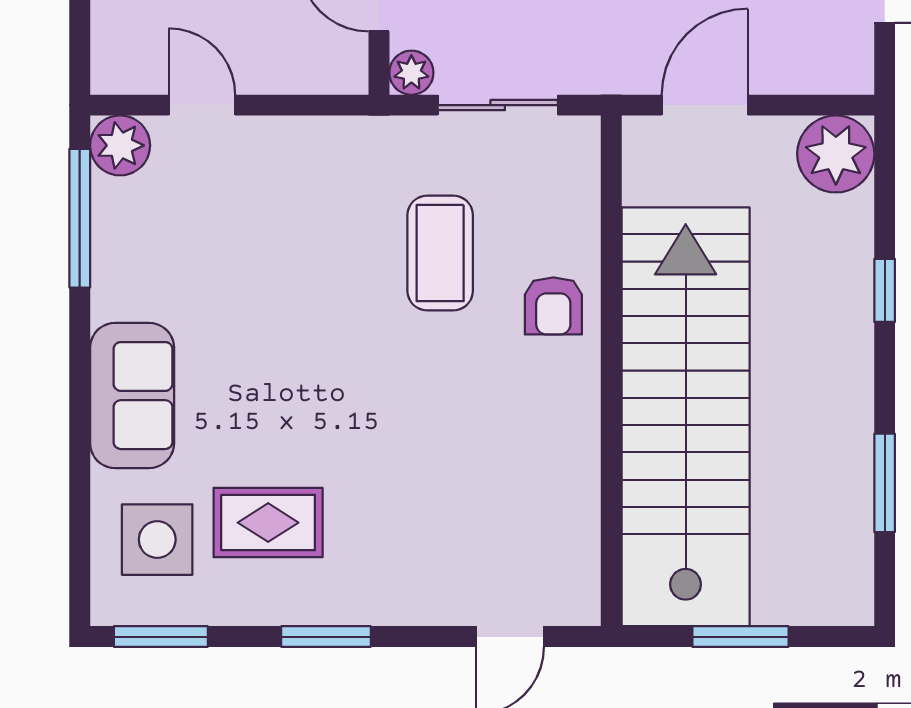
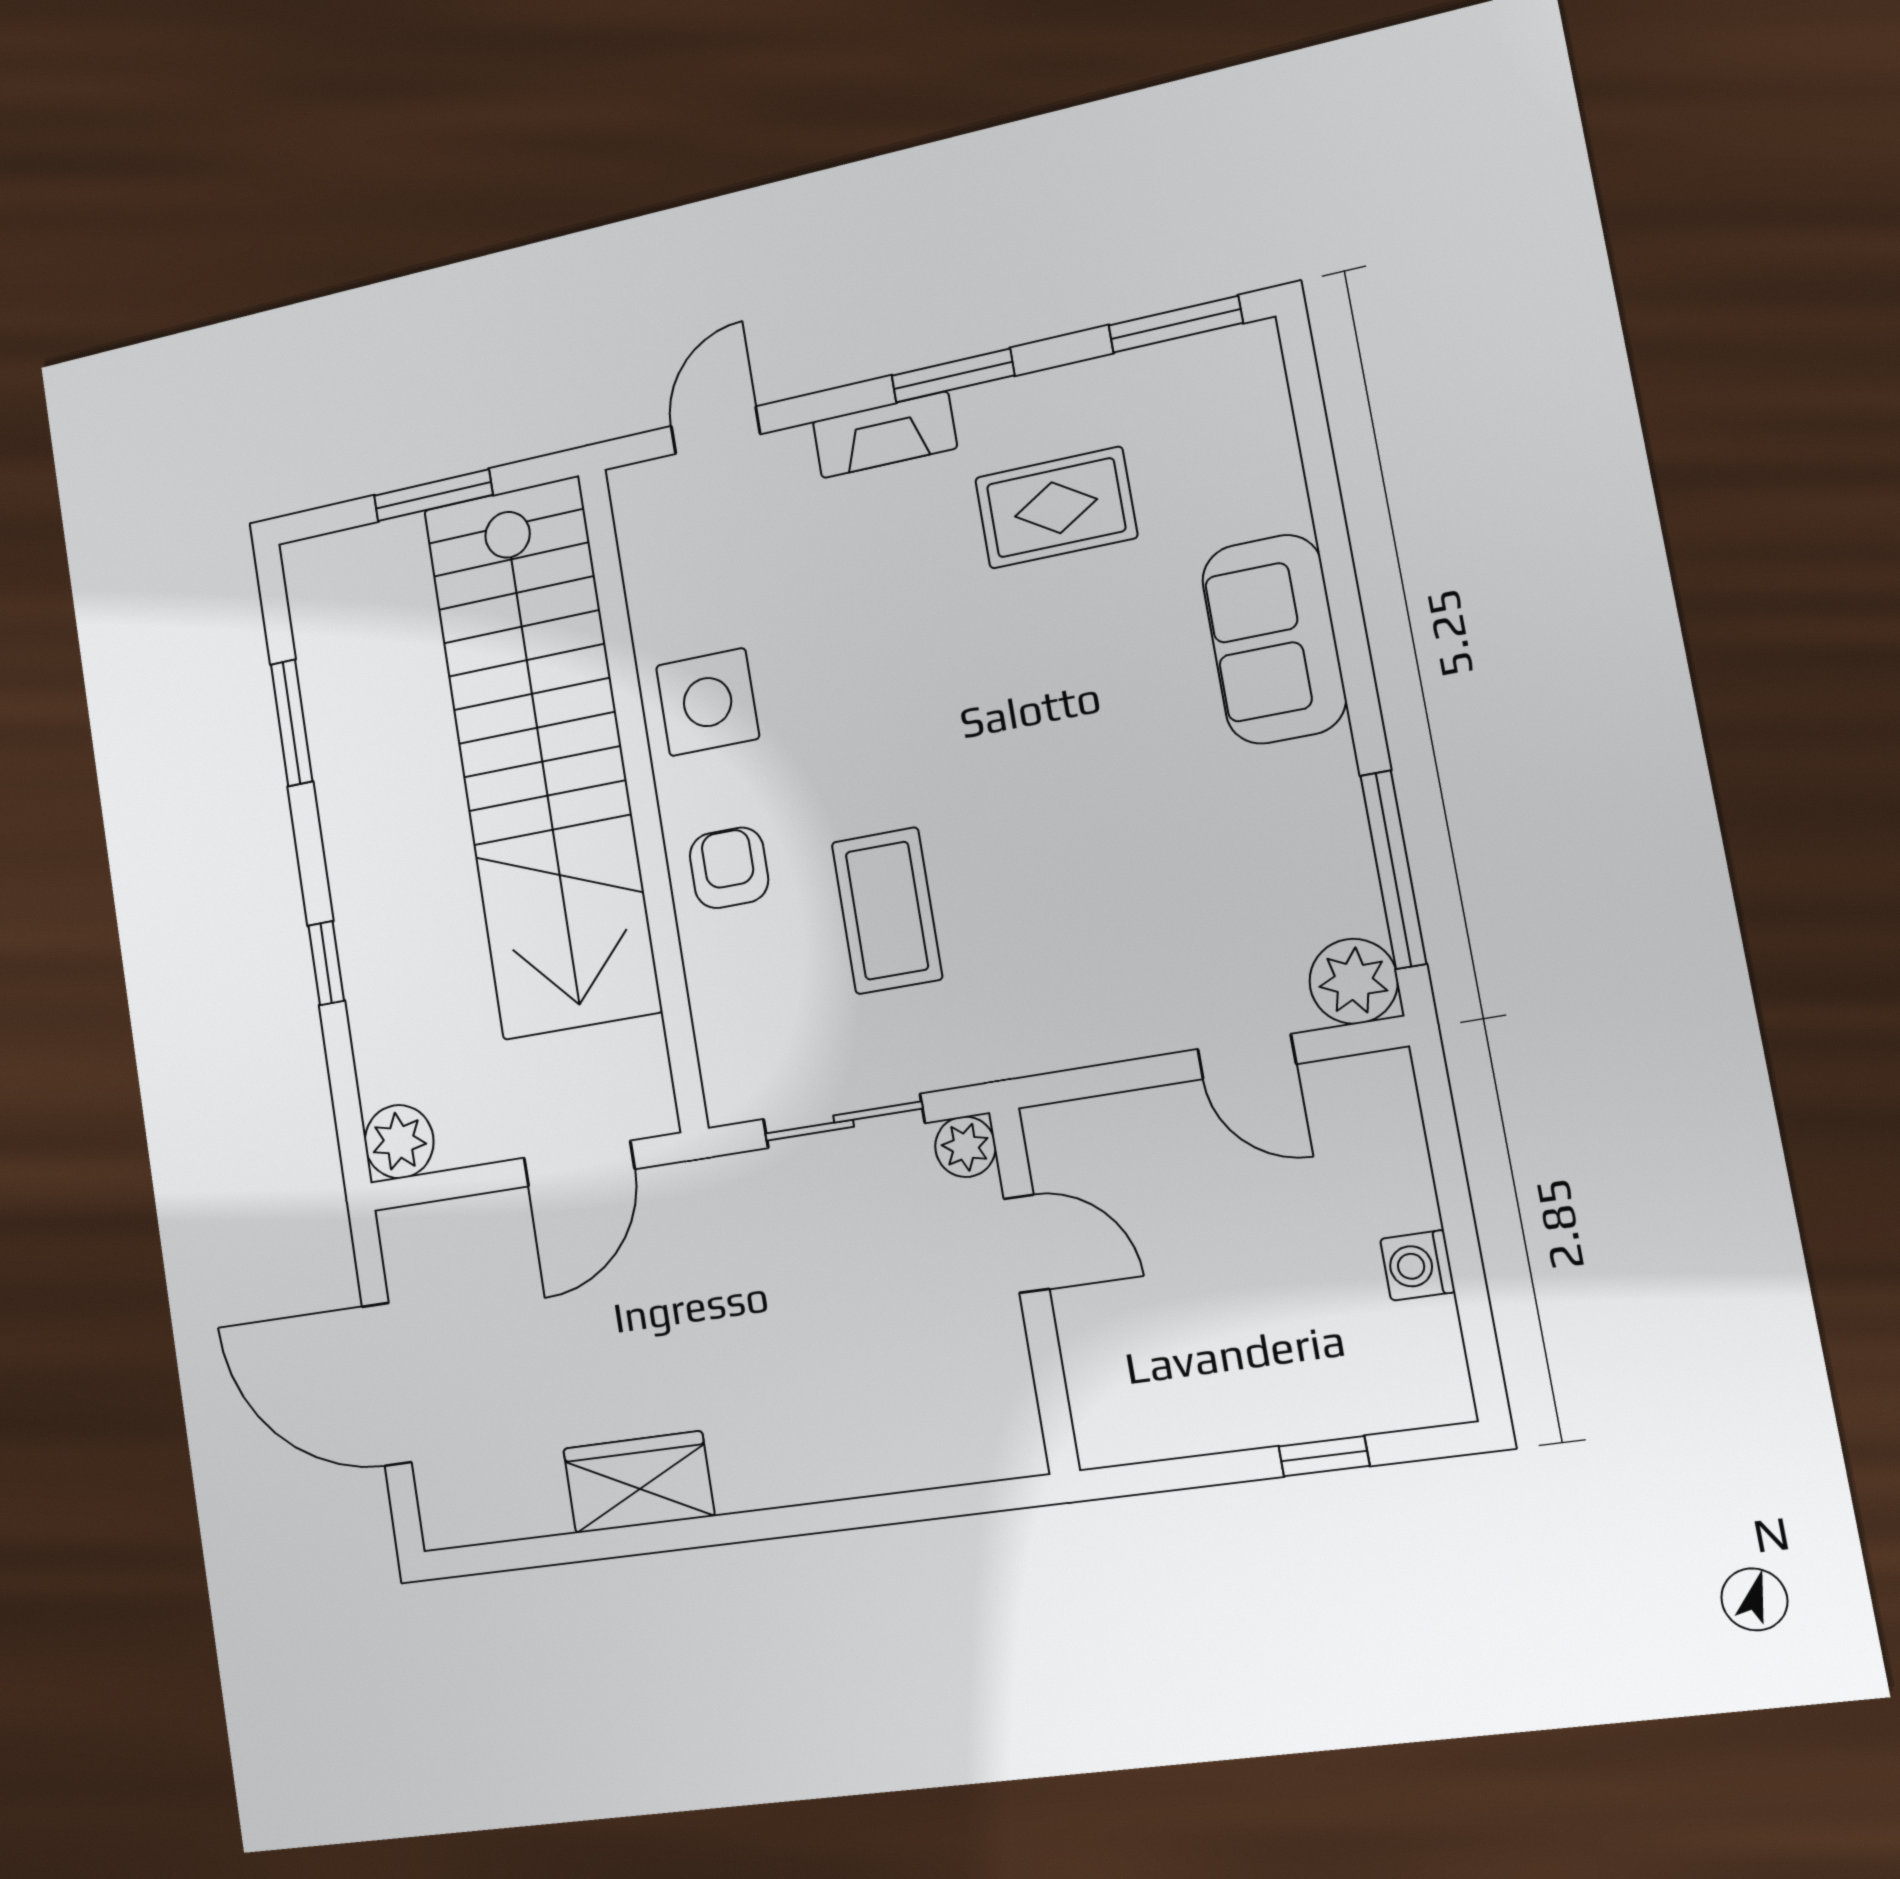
plant: (836, 154) -> (399, 1142), width x0.73, depth x0.73
side table: (157, 540) -> (708, 702), moved
fireplace: (383, 604) -> (885, 435), added

